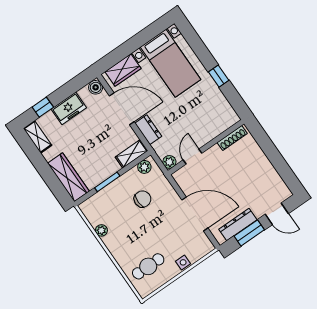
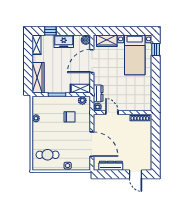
window: (219, 76) -> (156, 49), moved
door: (122, 109) -> (92, 61), swing flipped
dresser: (148, 130) -> (98, 93), moved
door: (193, 157) -> (112, 113), hinge flipped
window: (249, 233) -> (114, 174), removed

